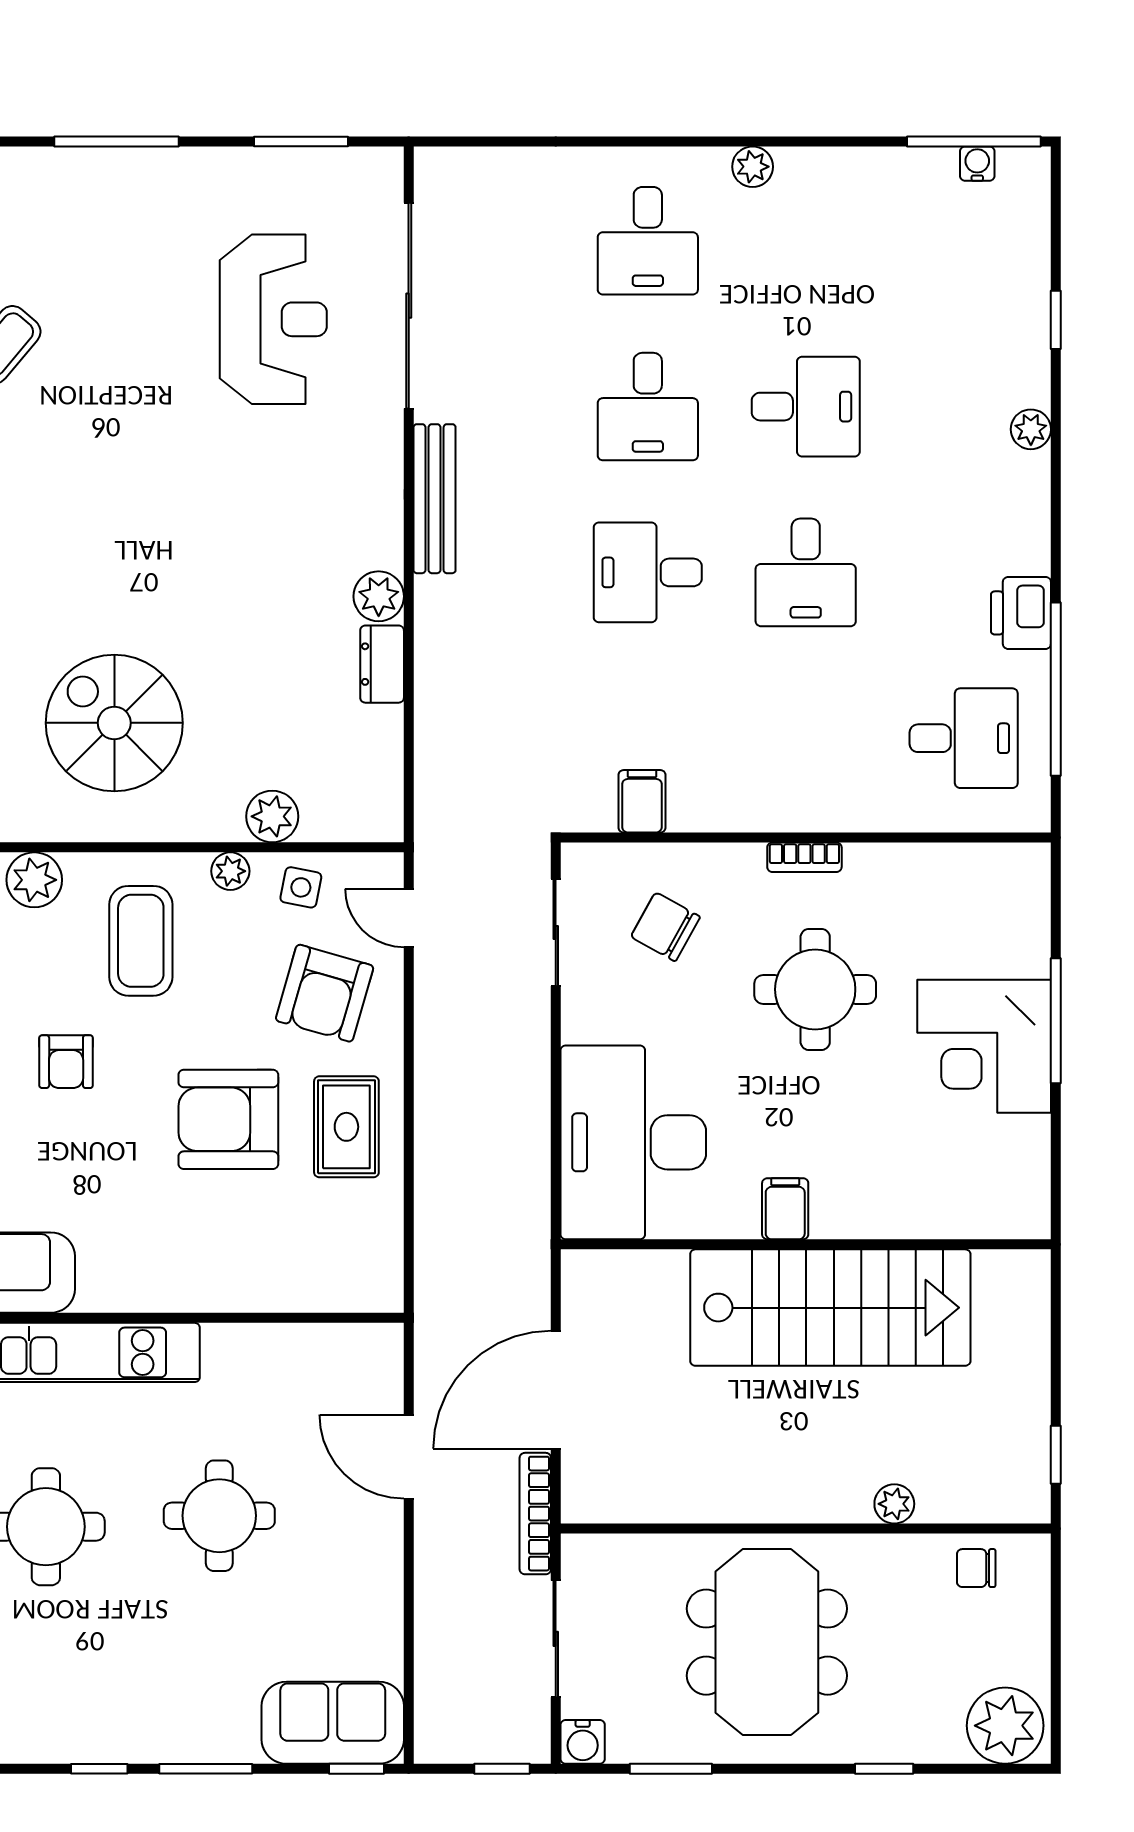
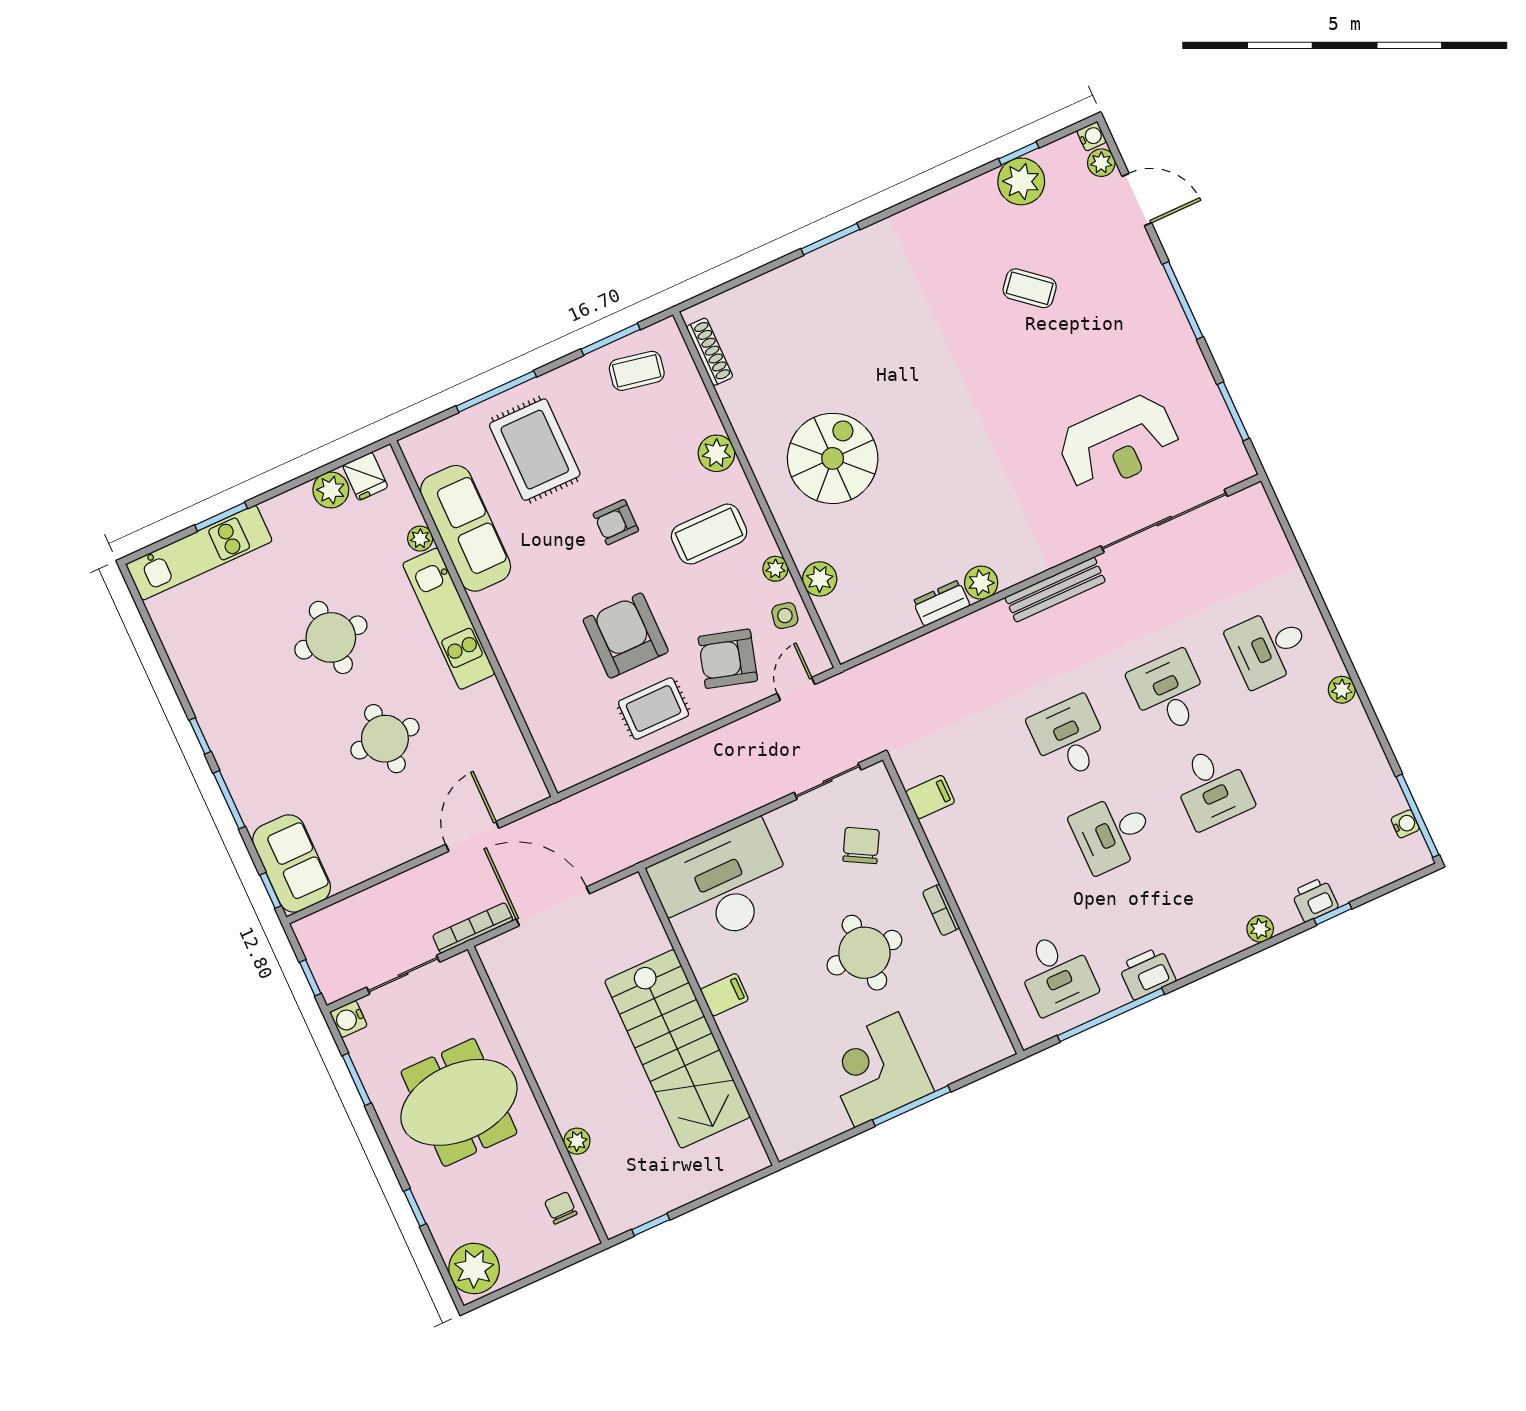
printer: (1025, 336) -> (1315, 899), added
desk: (648, 407) -> (1169, 692), turned 90

